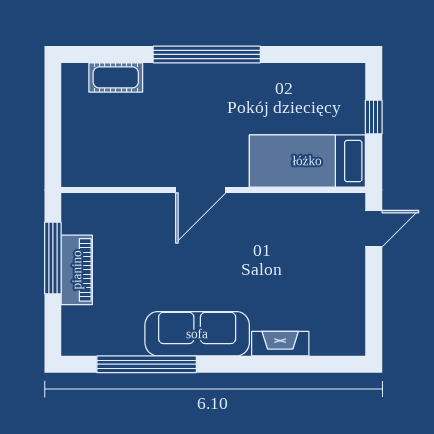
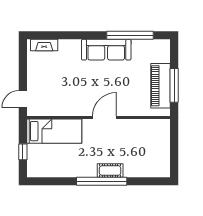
cot: (116, 77) -> (110, 171), moved
piano: (77, 270) -> (160, 86), width x1.37, depth x1.33
fireplace: (280, 344) -> (44, 45), moved

